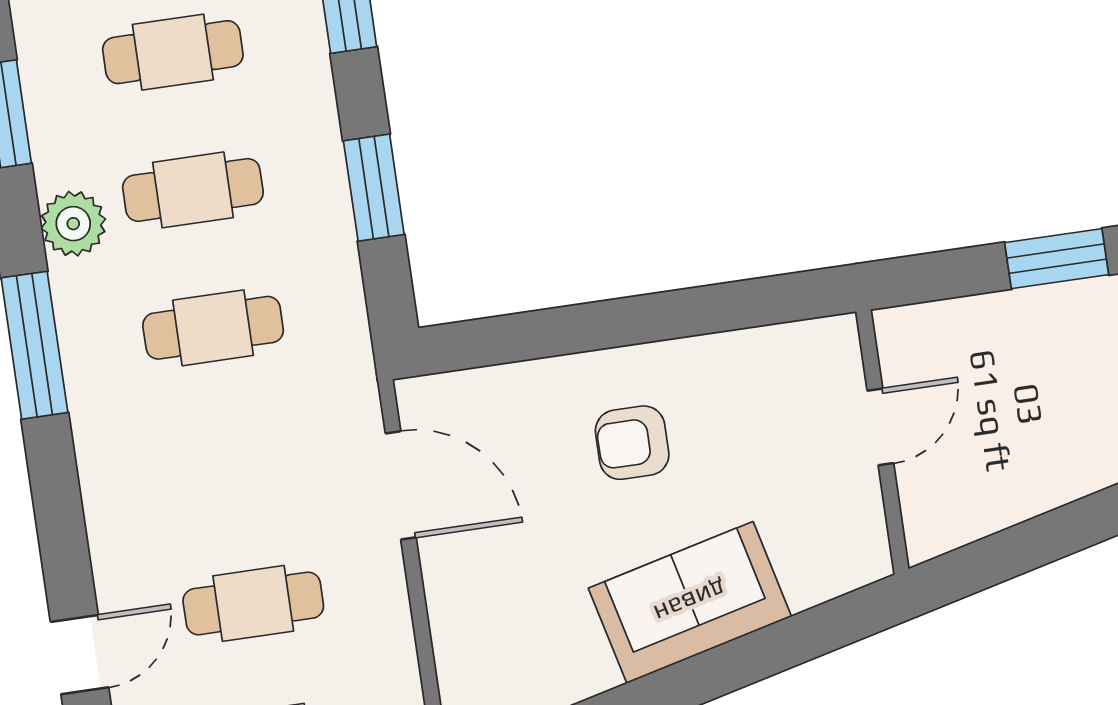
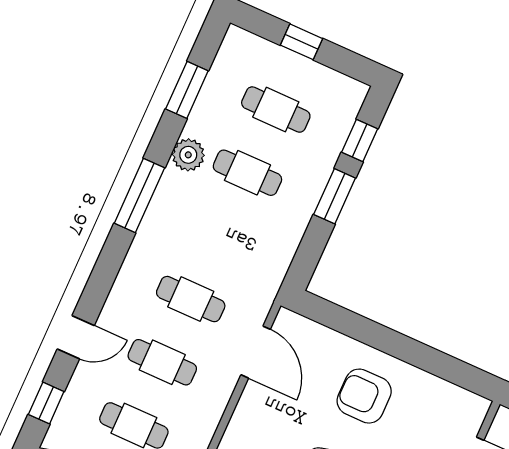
window: (374, 188) -> (335, 196), moved
cafe table: (213, 328) -> (191, 299), moved
armchair: (632, 443) -> (364, 396), width x1.38, depth x1.38

